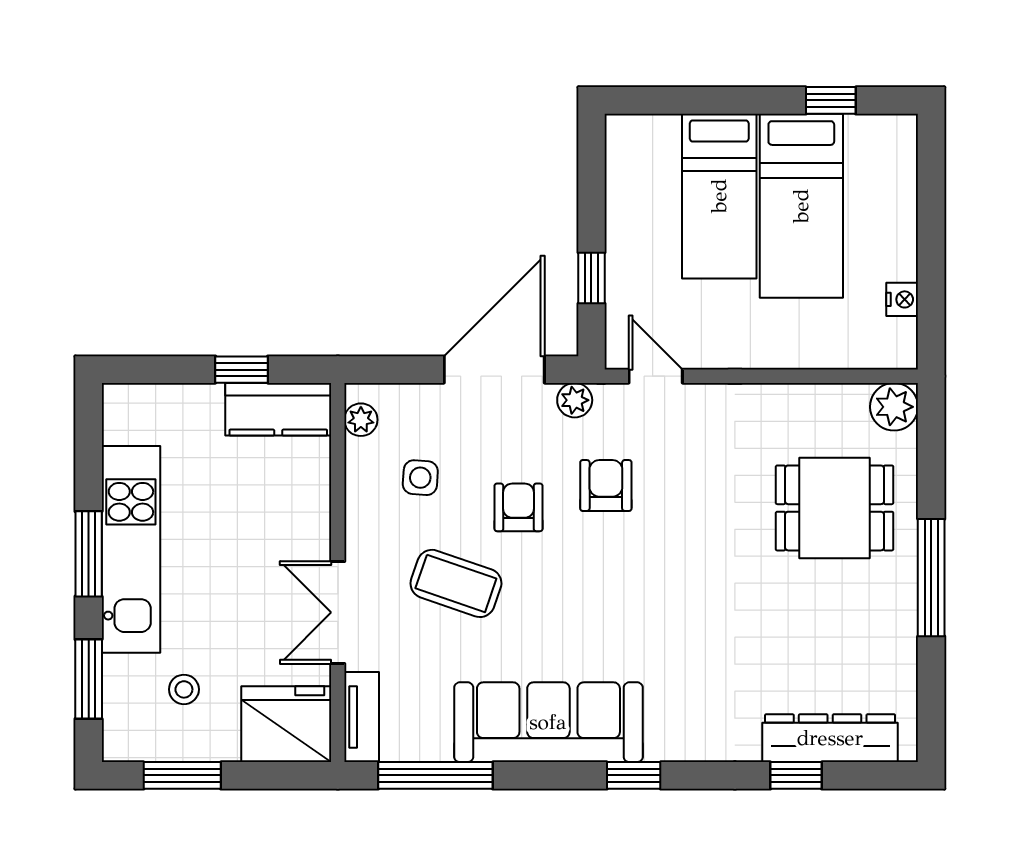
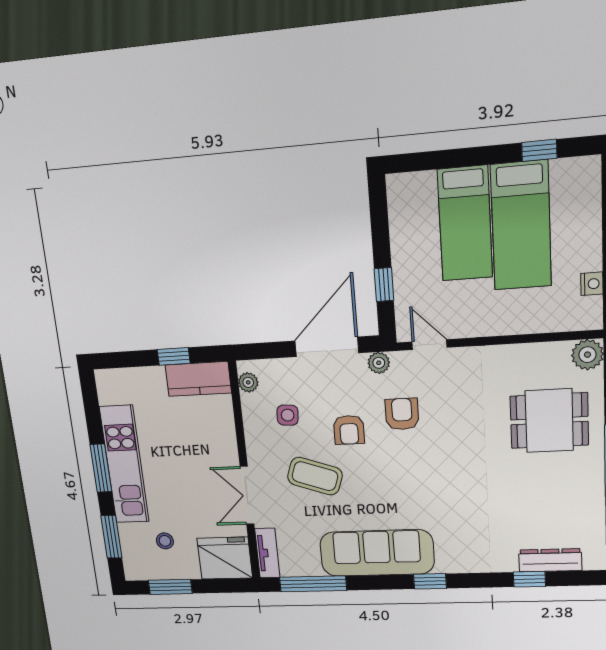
armchair: (519, 507) -> (349, 430), turned 180
dresser: (830, 738) -> (550, 560), width x0.73, depth x0.80

